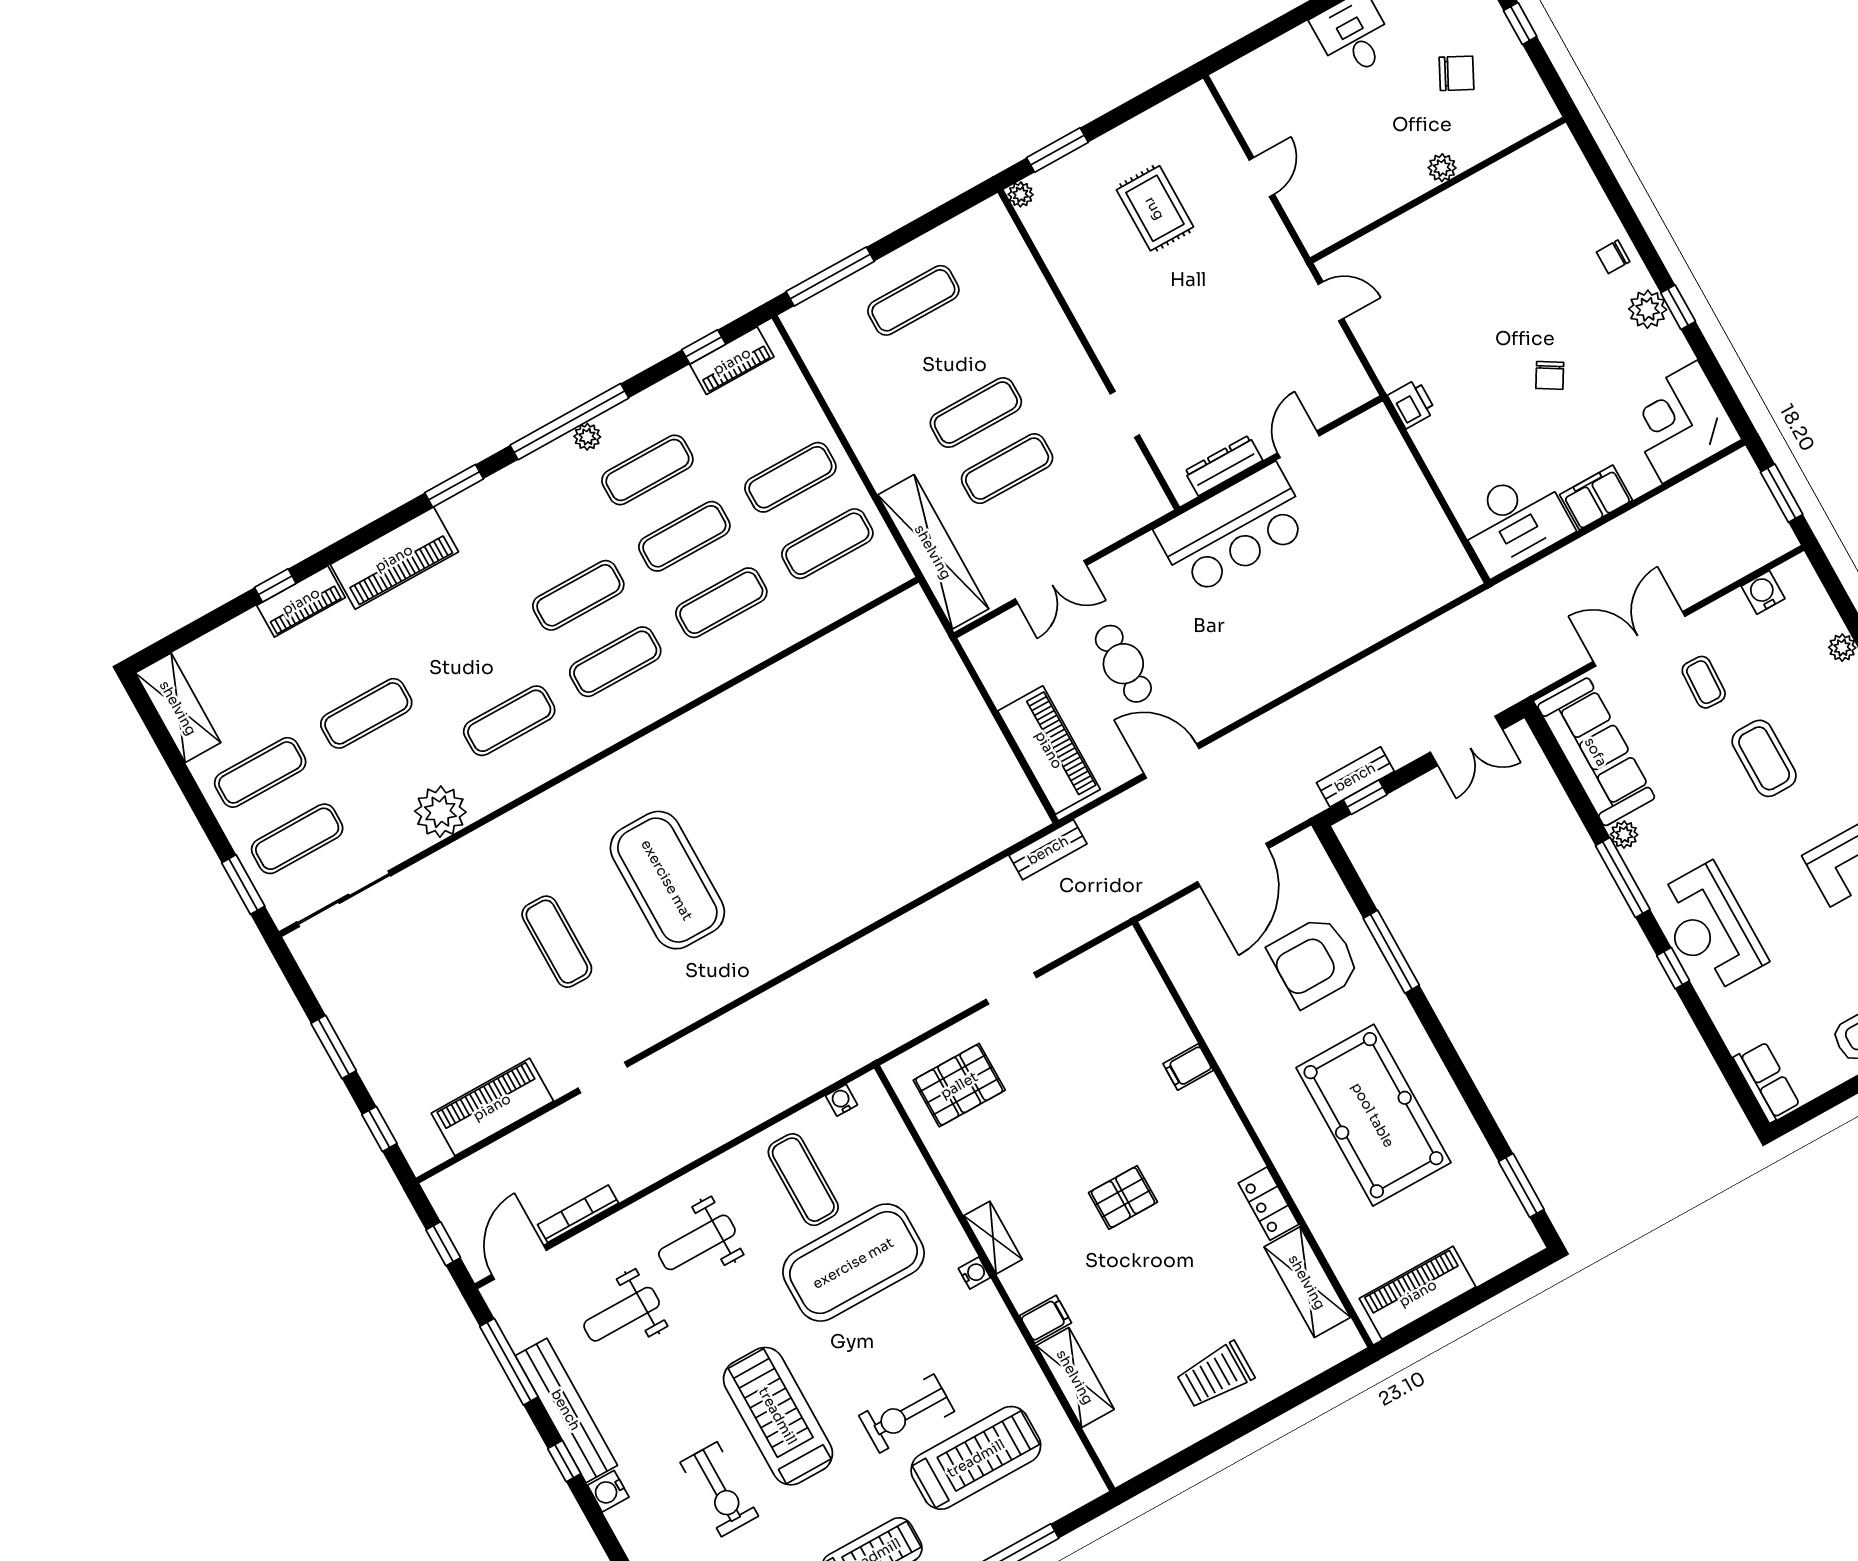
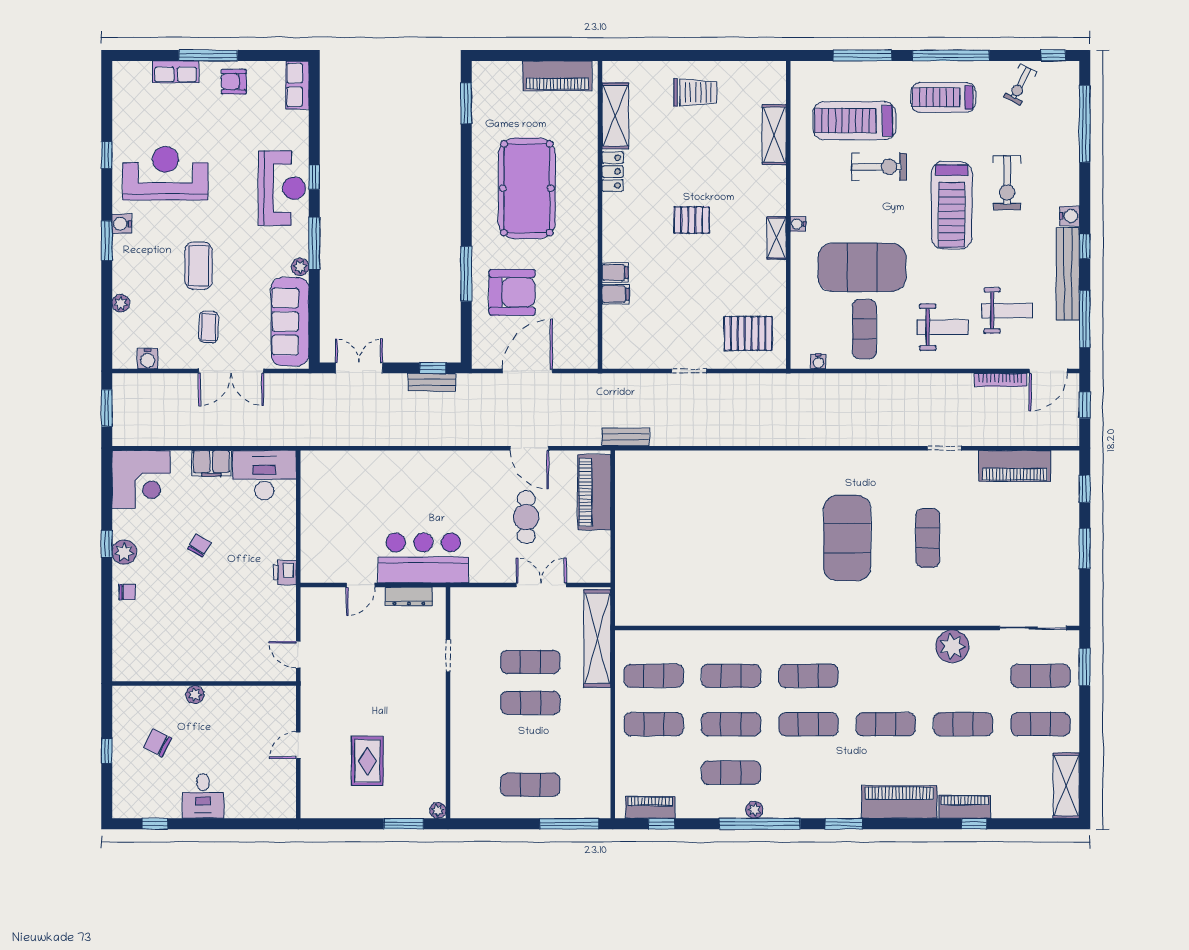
exercise mat: (509, 721) -> (886, 724), moved
filing cabinet: (1045, 1319) -> (616, 294), moved, turned 180
exercise bike: (719, 1489) -> (1007, 183), turned 180

